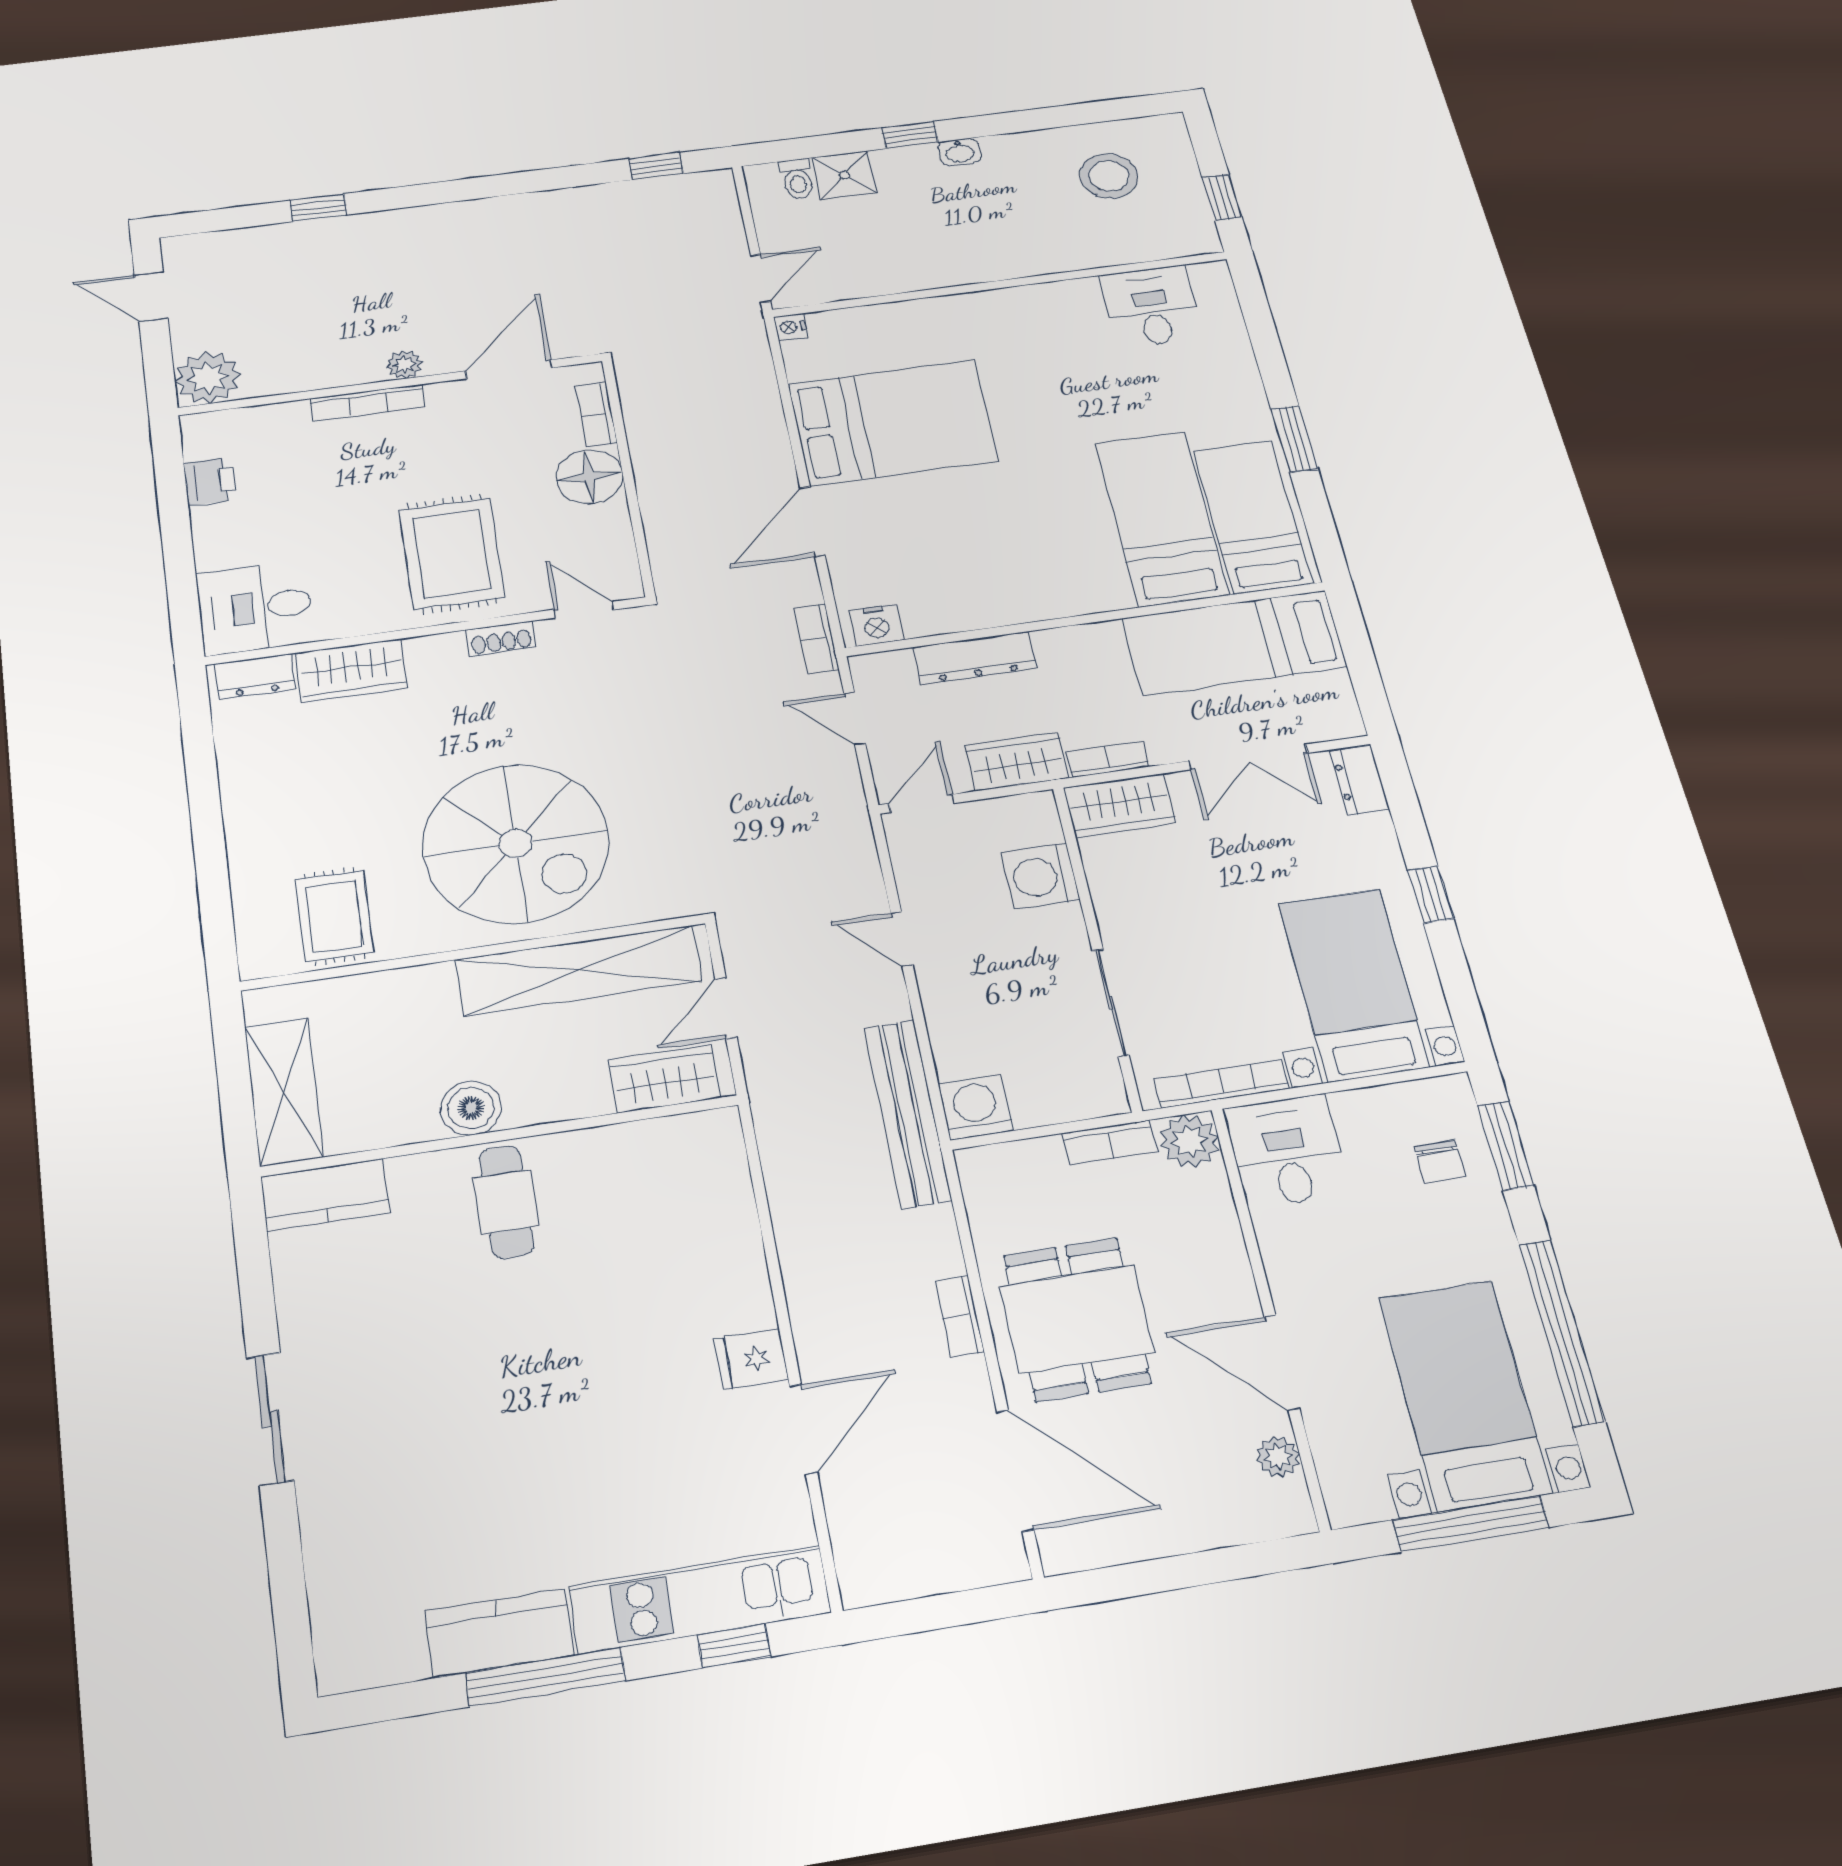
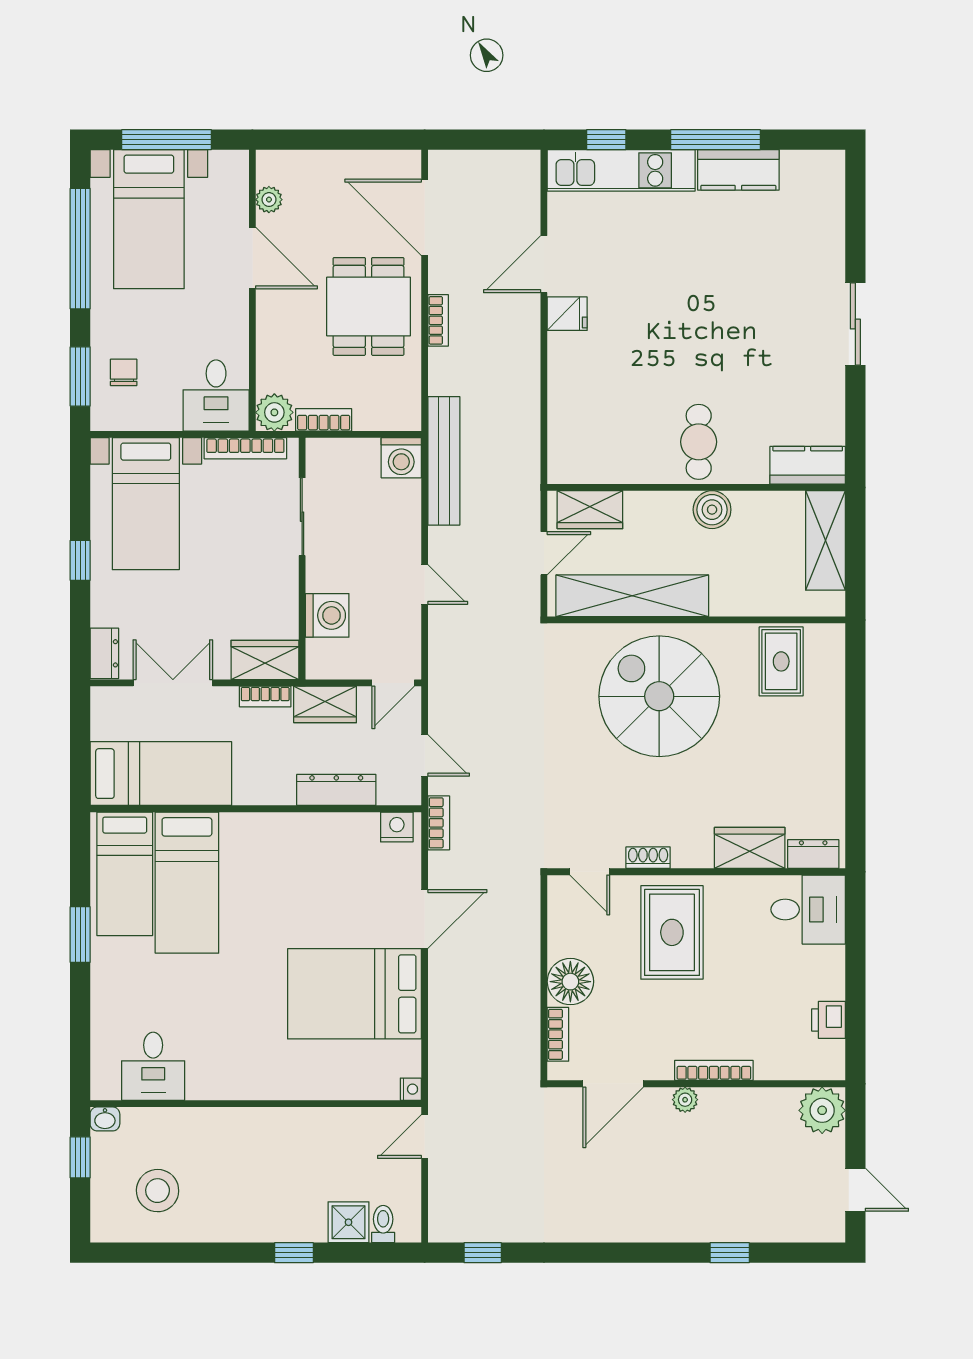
washbasin: (959, 152) -> (105, 1119), moved, turned 180

